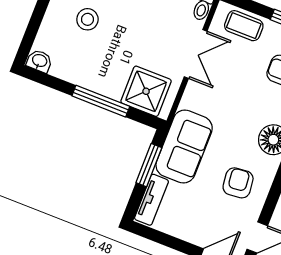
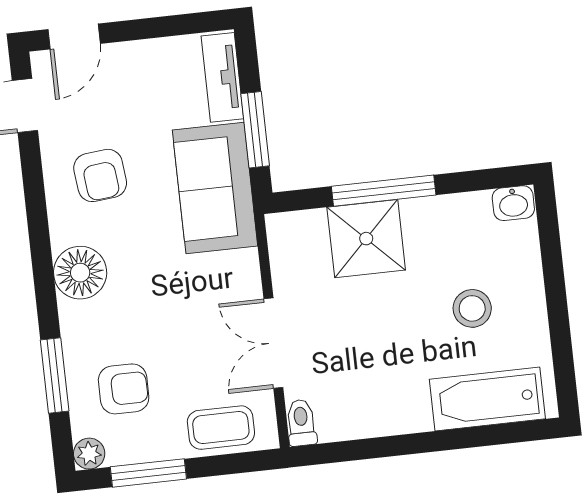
shower: (146, 91) -> (366, 239), moved

